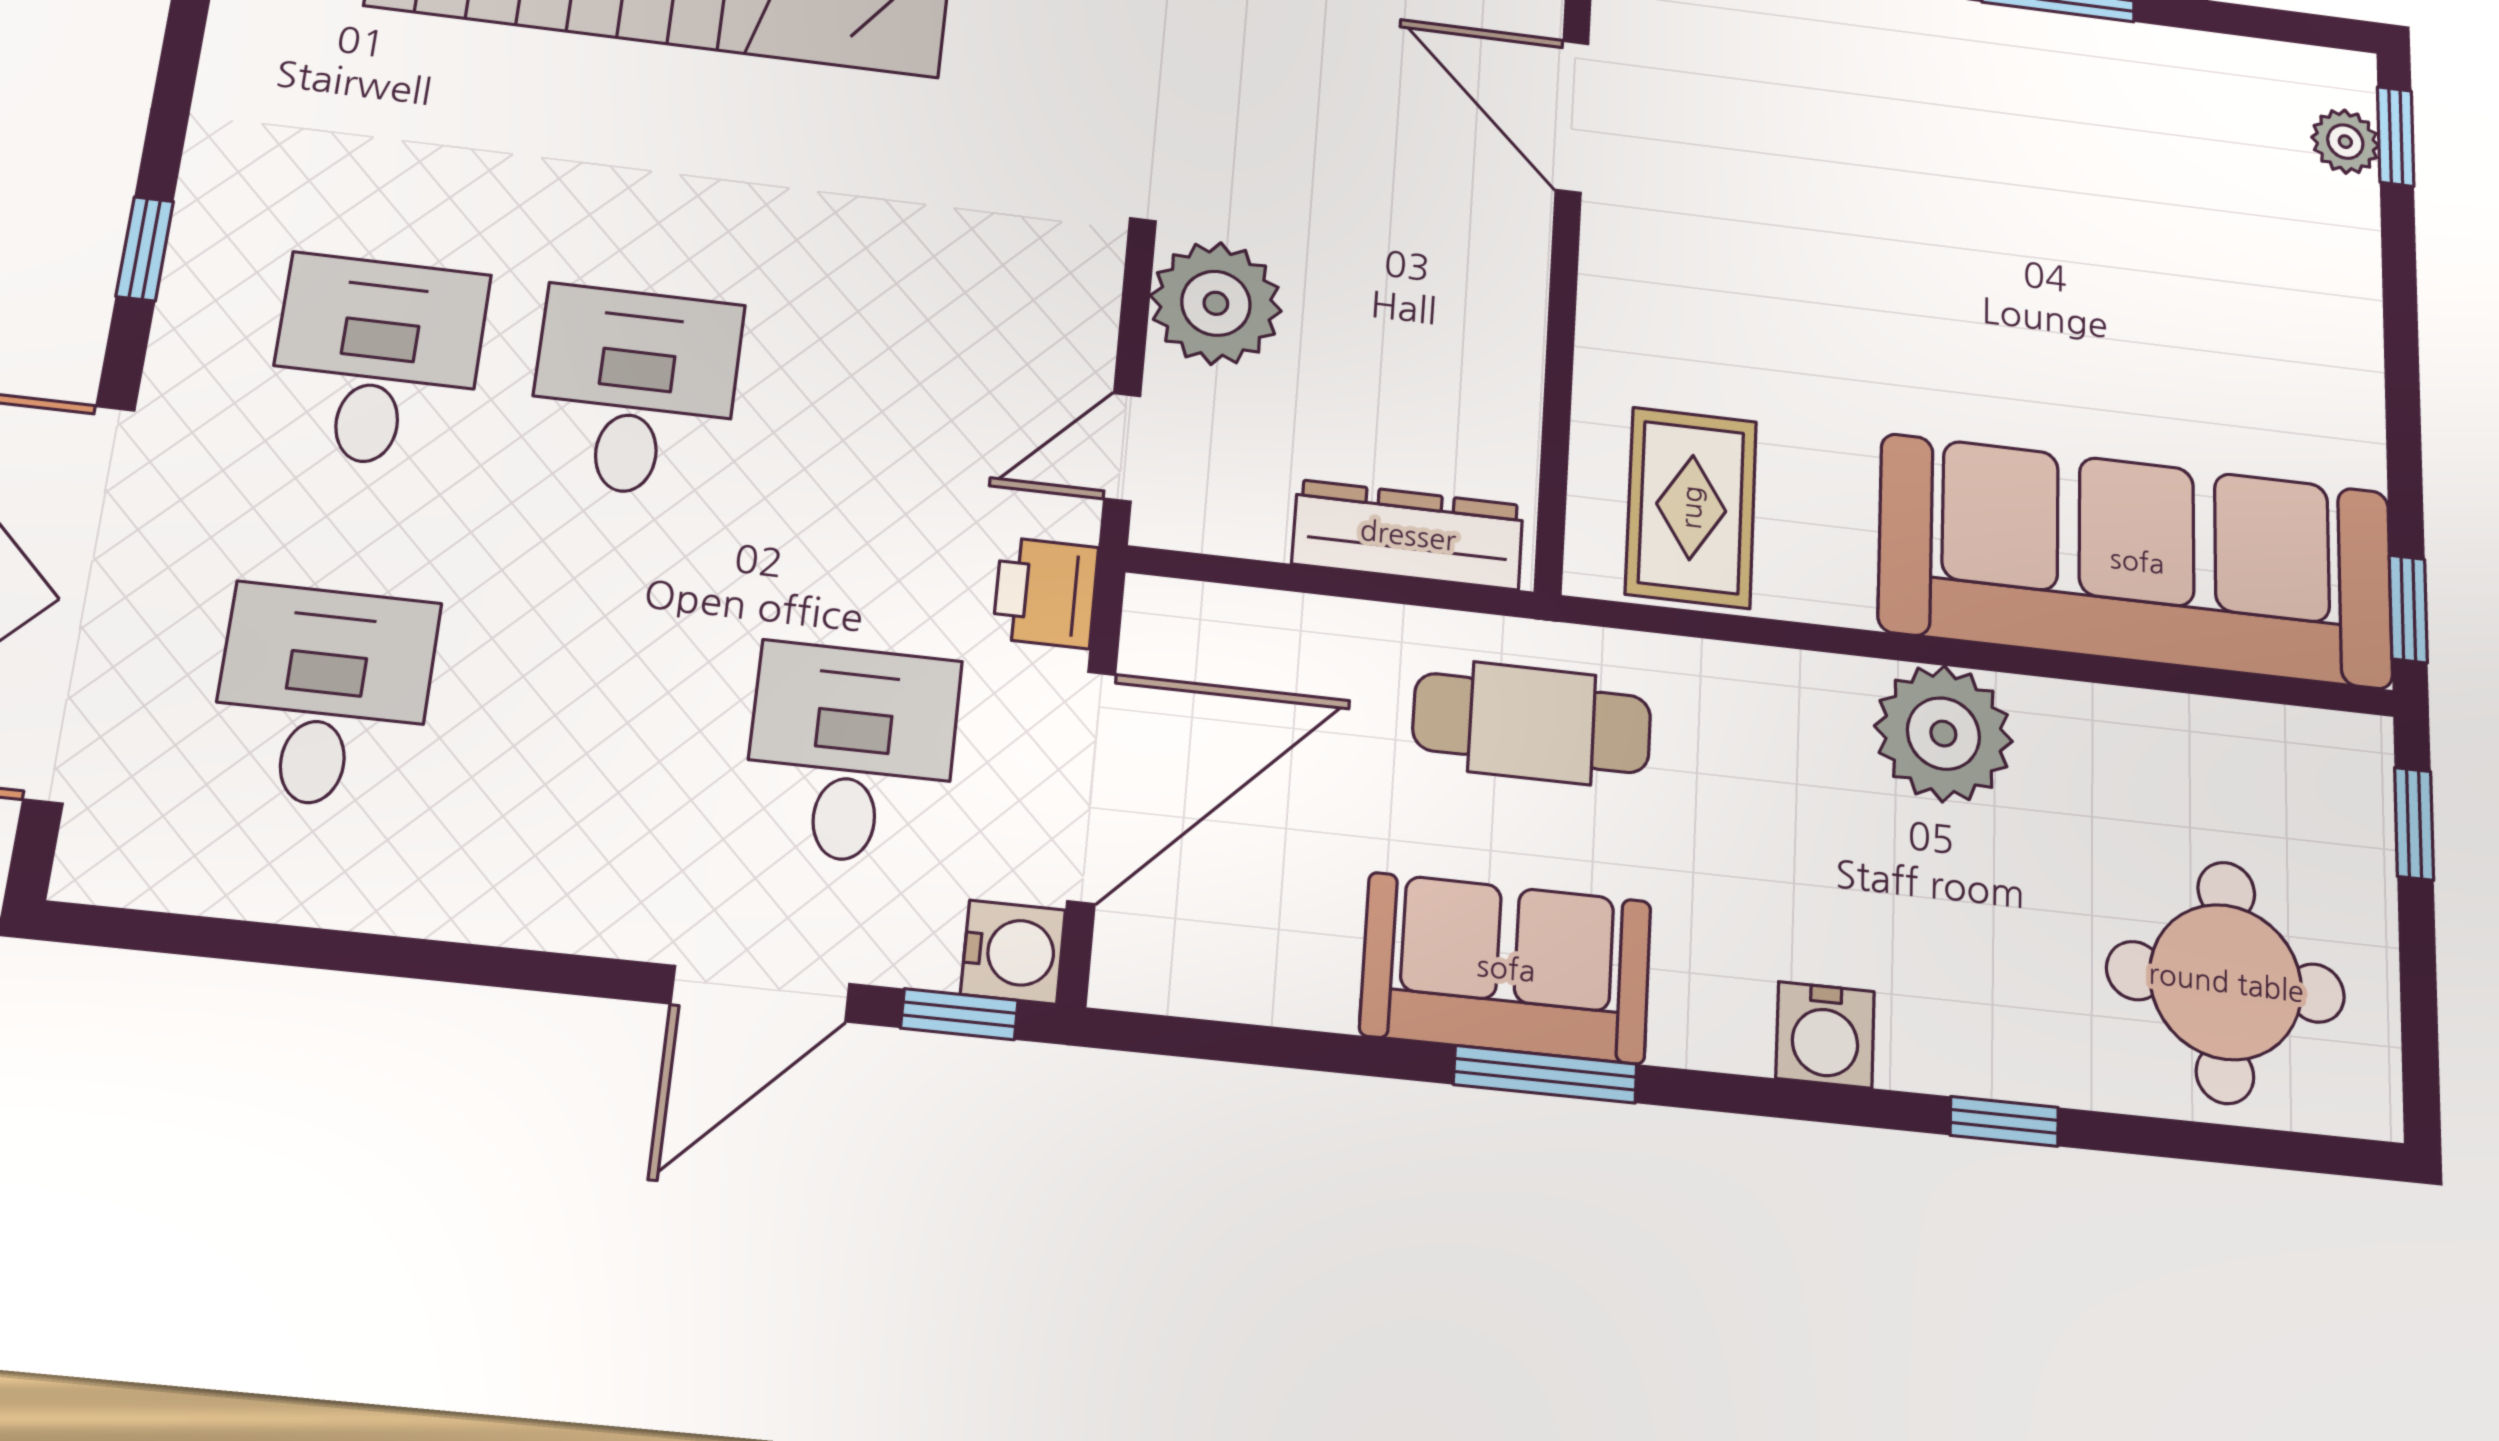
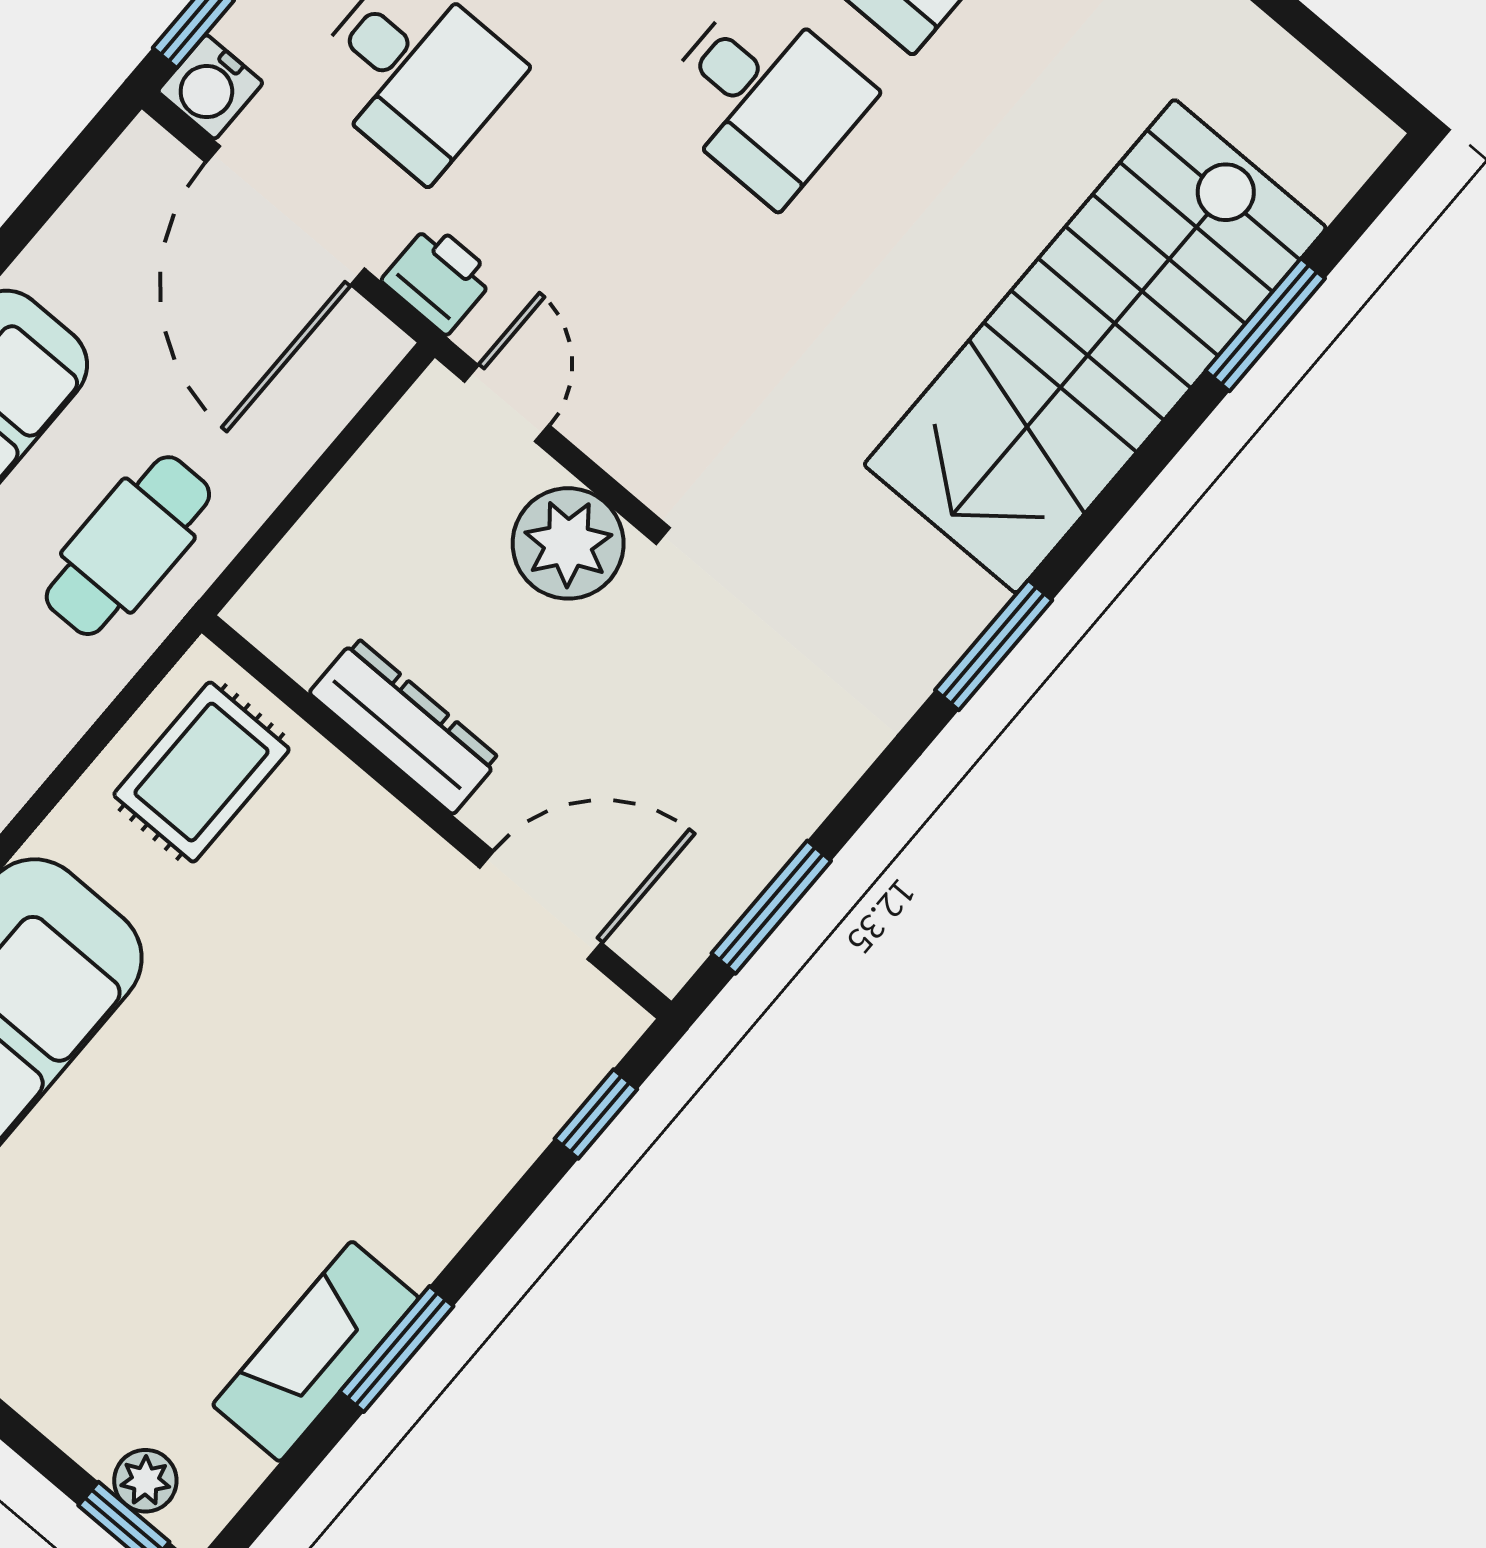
fireplace: (2117, 65) -> (316, 1351), added
rug: (1691, 507) -> (202, 772), turned 90
dresser: (1408, 535) -> (405, 726), moved, turned -90

